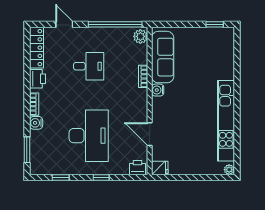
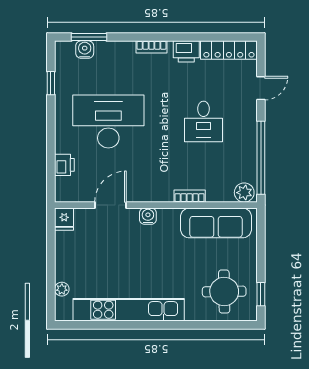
round table: (213, 51) -> (224, 291), added
water cooler: (158, 90) -> (148, 216), moved
water cooler: (36, 123) -> (85, 50), moved
desk: (89, 136) -> (108, 122), turned 180
printer: (138, 168) -> (64, 165), moved
plant: (229, 170) -> (62, 289), moved
window: (101, 177) -> (51, 139), removed

